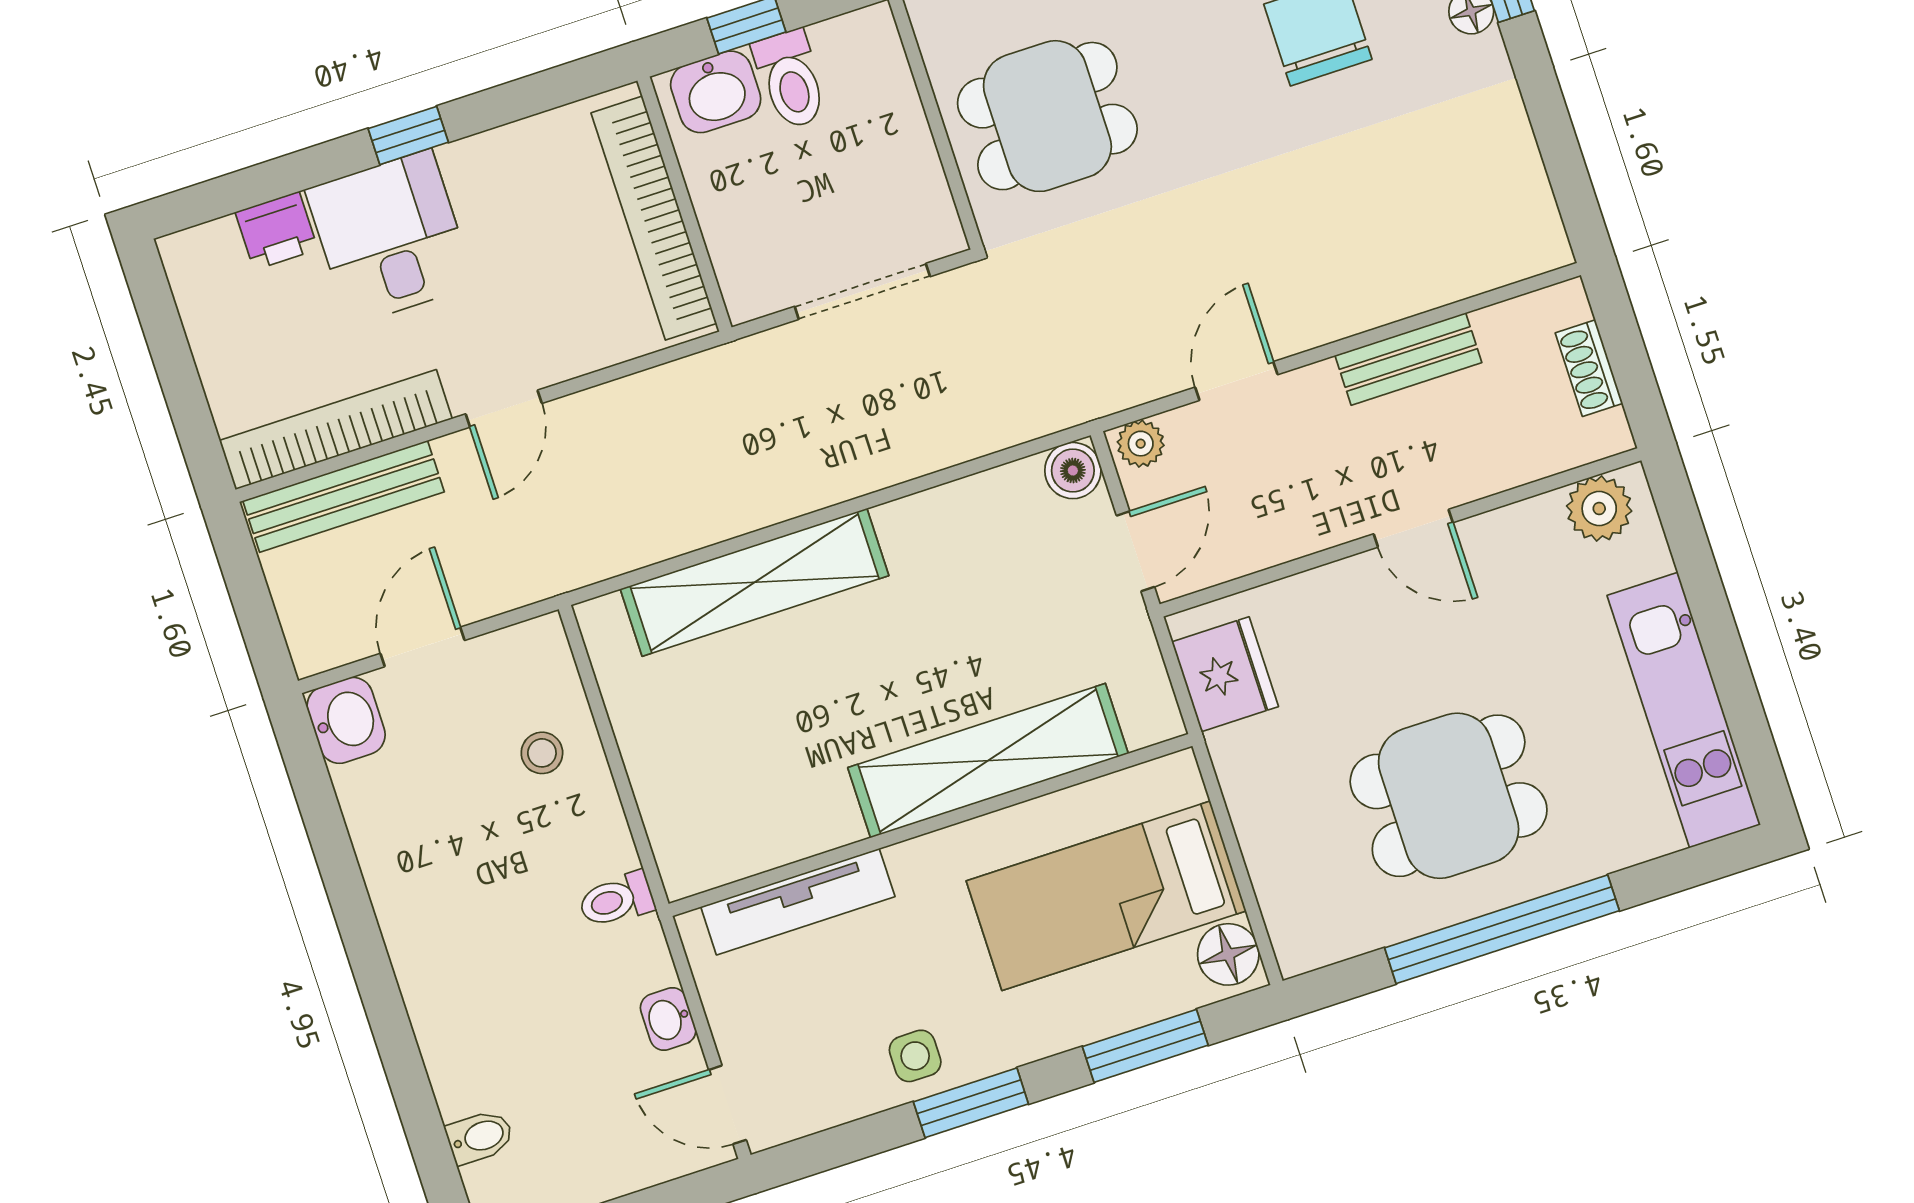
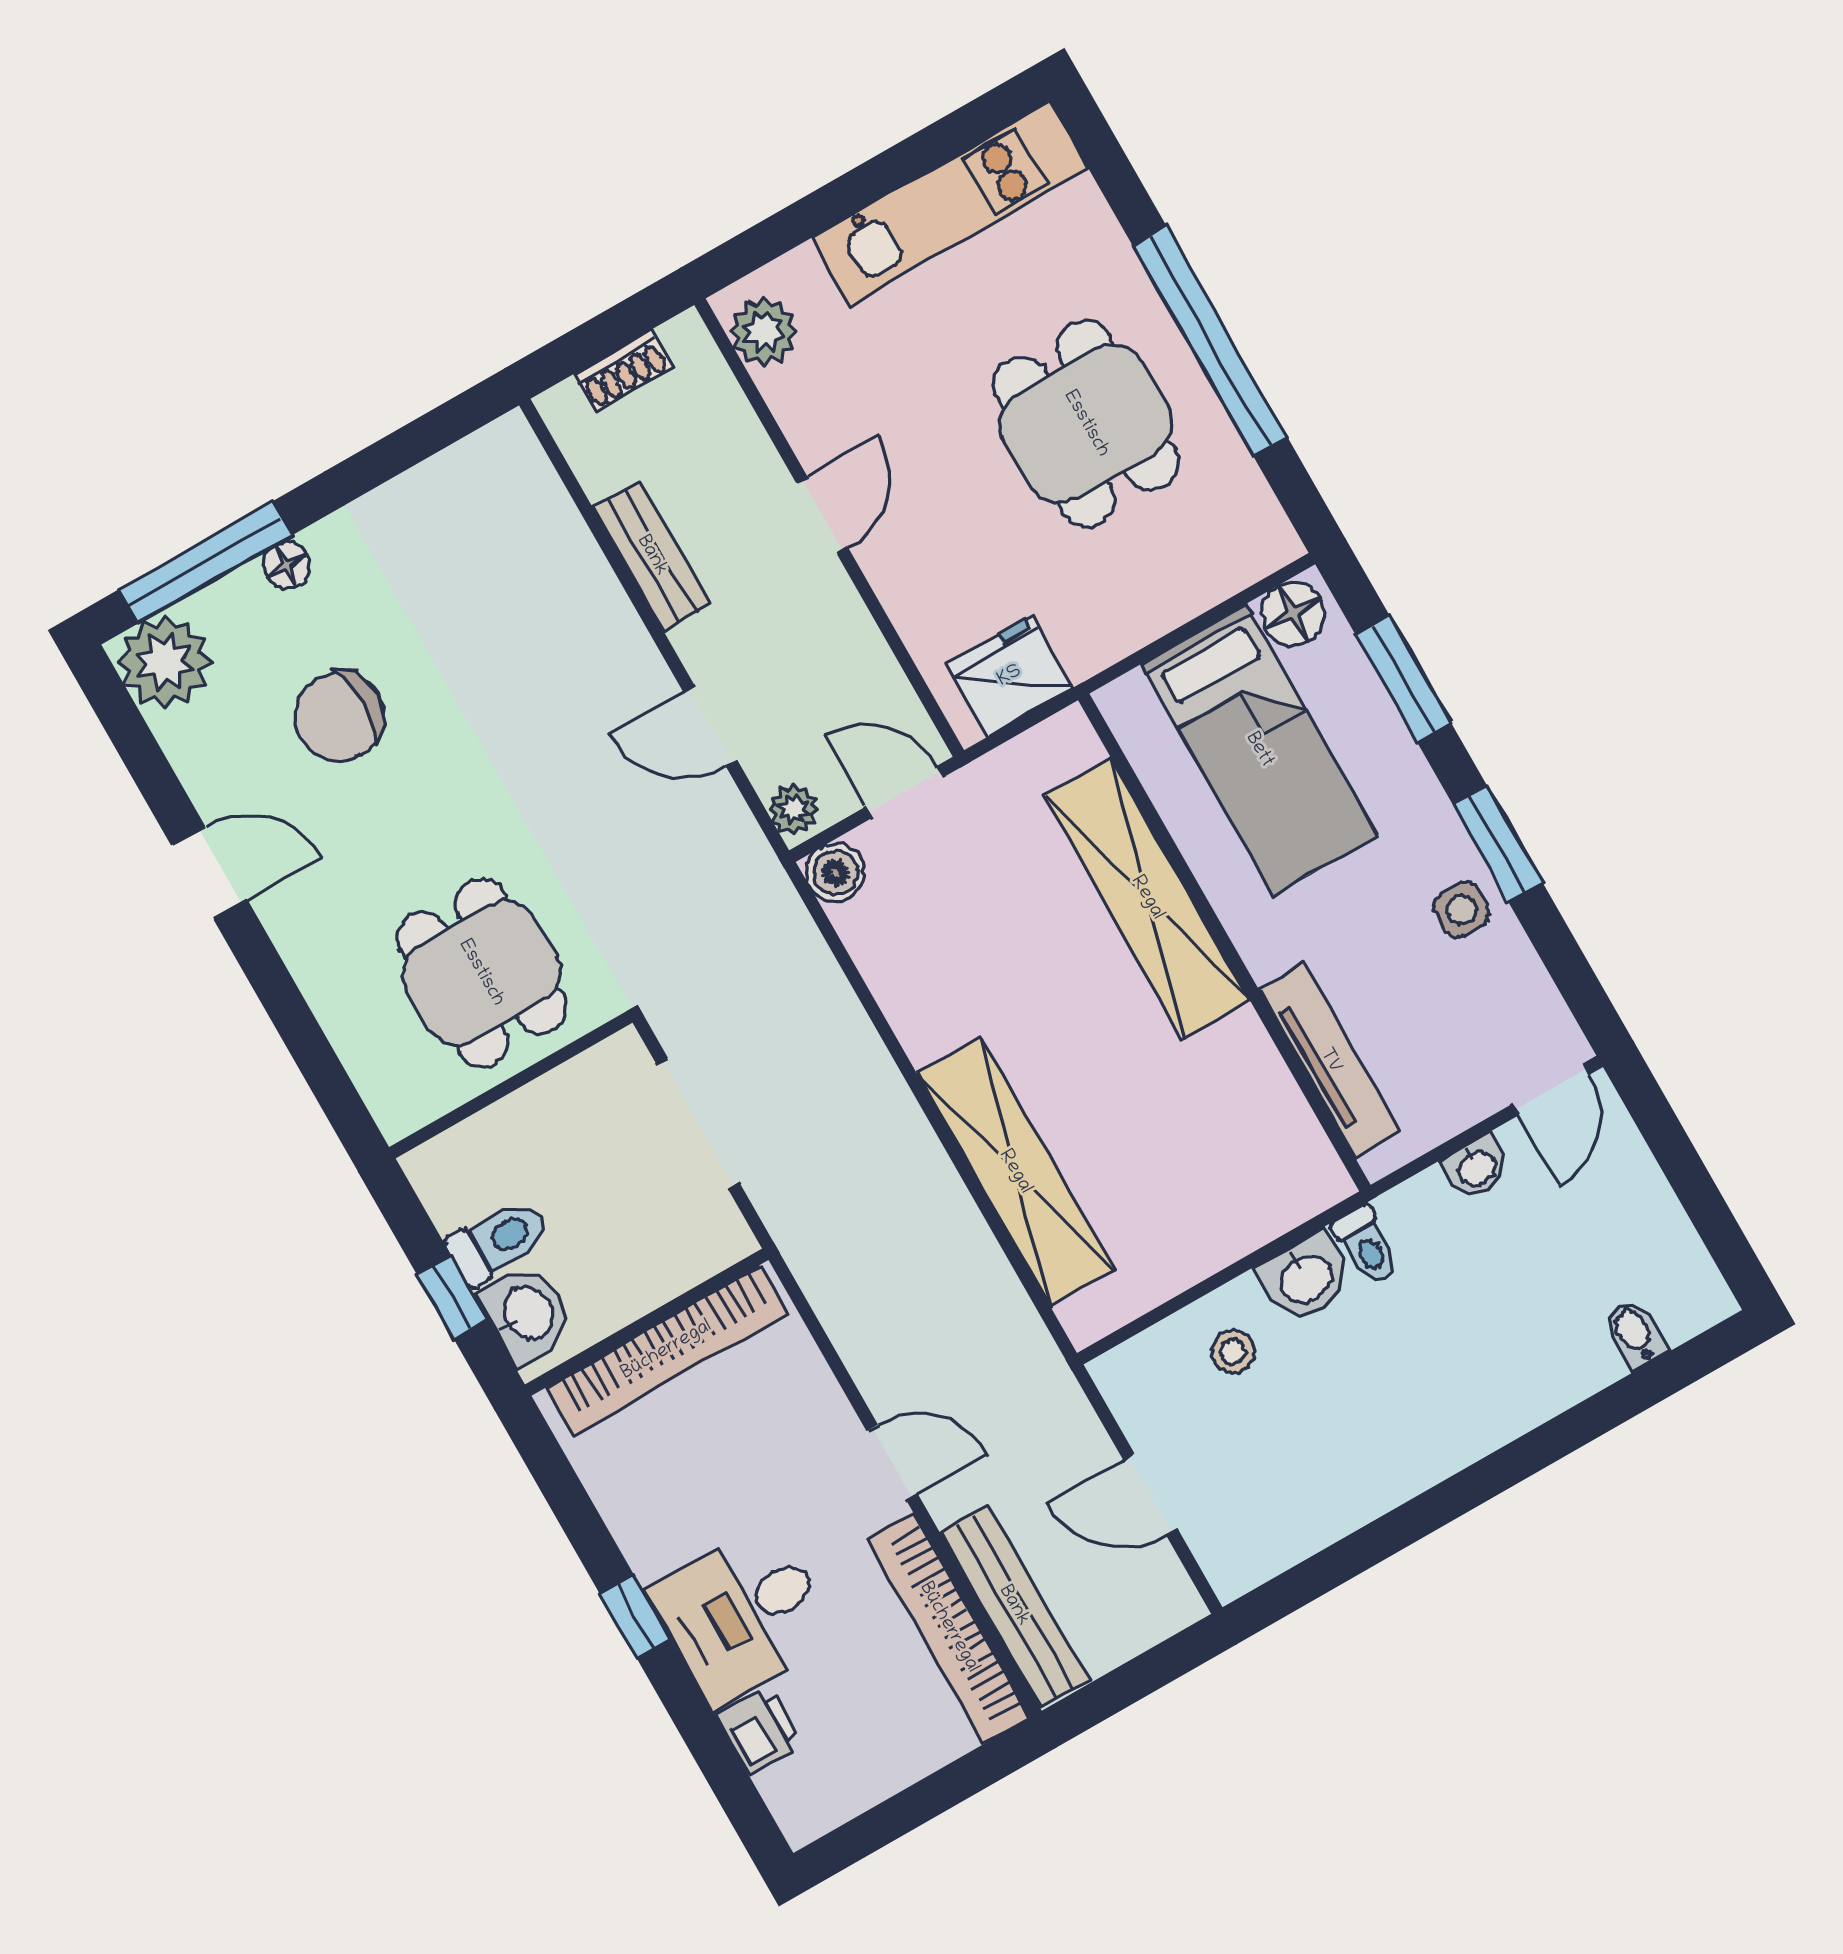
washbasin: (346, 720) -> (1305, 1278), moved, turned 180

